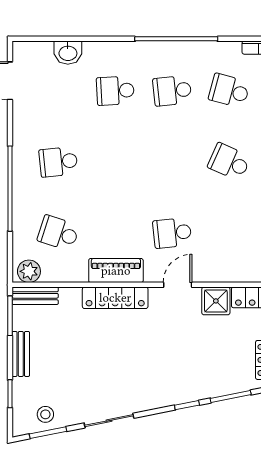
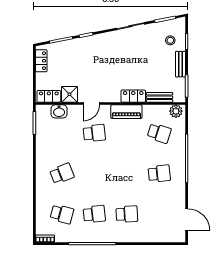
washbasin: (68, 53) -> (59, 111), moved, turned 180
school desk: (229, 162) -> (62, 174), turned -45
bench: (35, 296) -> (160, 97), moved
locker: (115, 298) -> (133, 96), width x0.66
stool: (45, 414) -> (170, 40), moved

